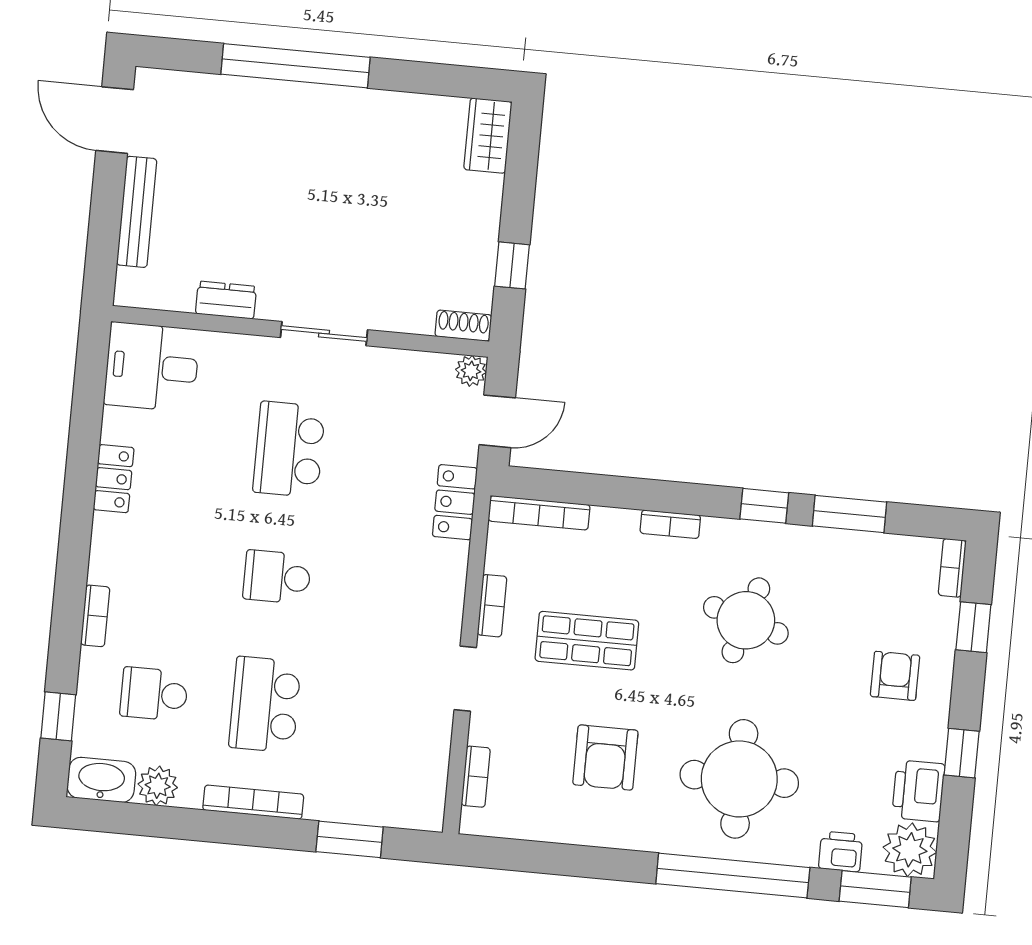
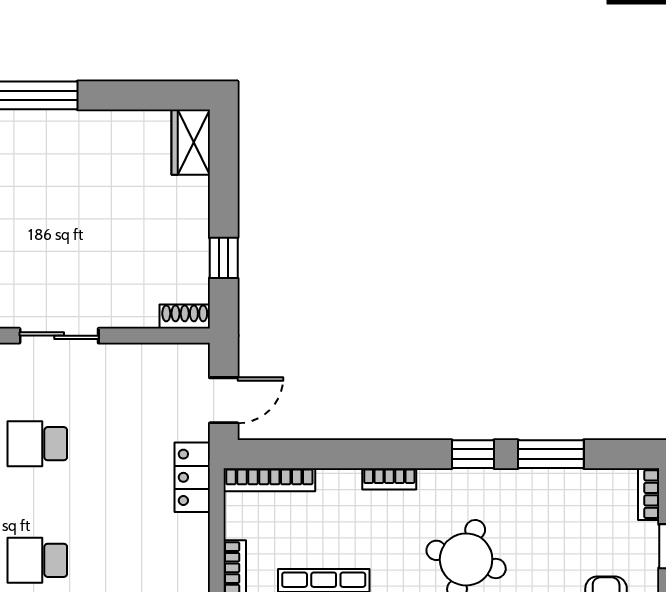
plant: (471, 371) -> (196, 357), removed
school desk: (289, 449) -> (37, 444), width x0.54

